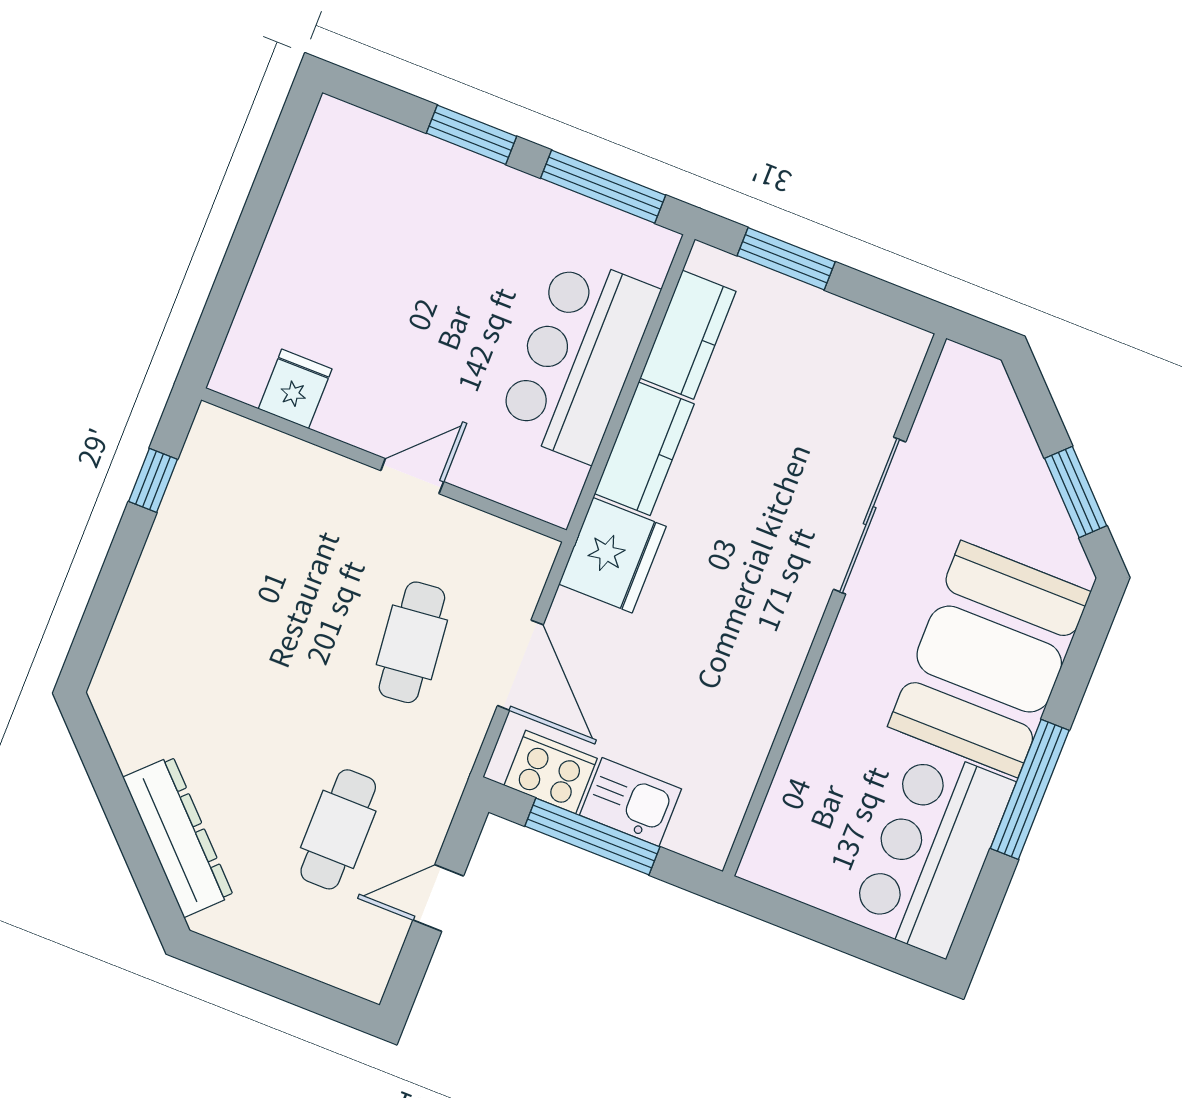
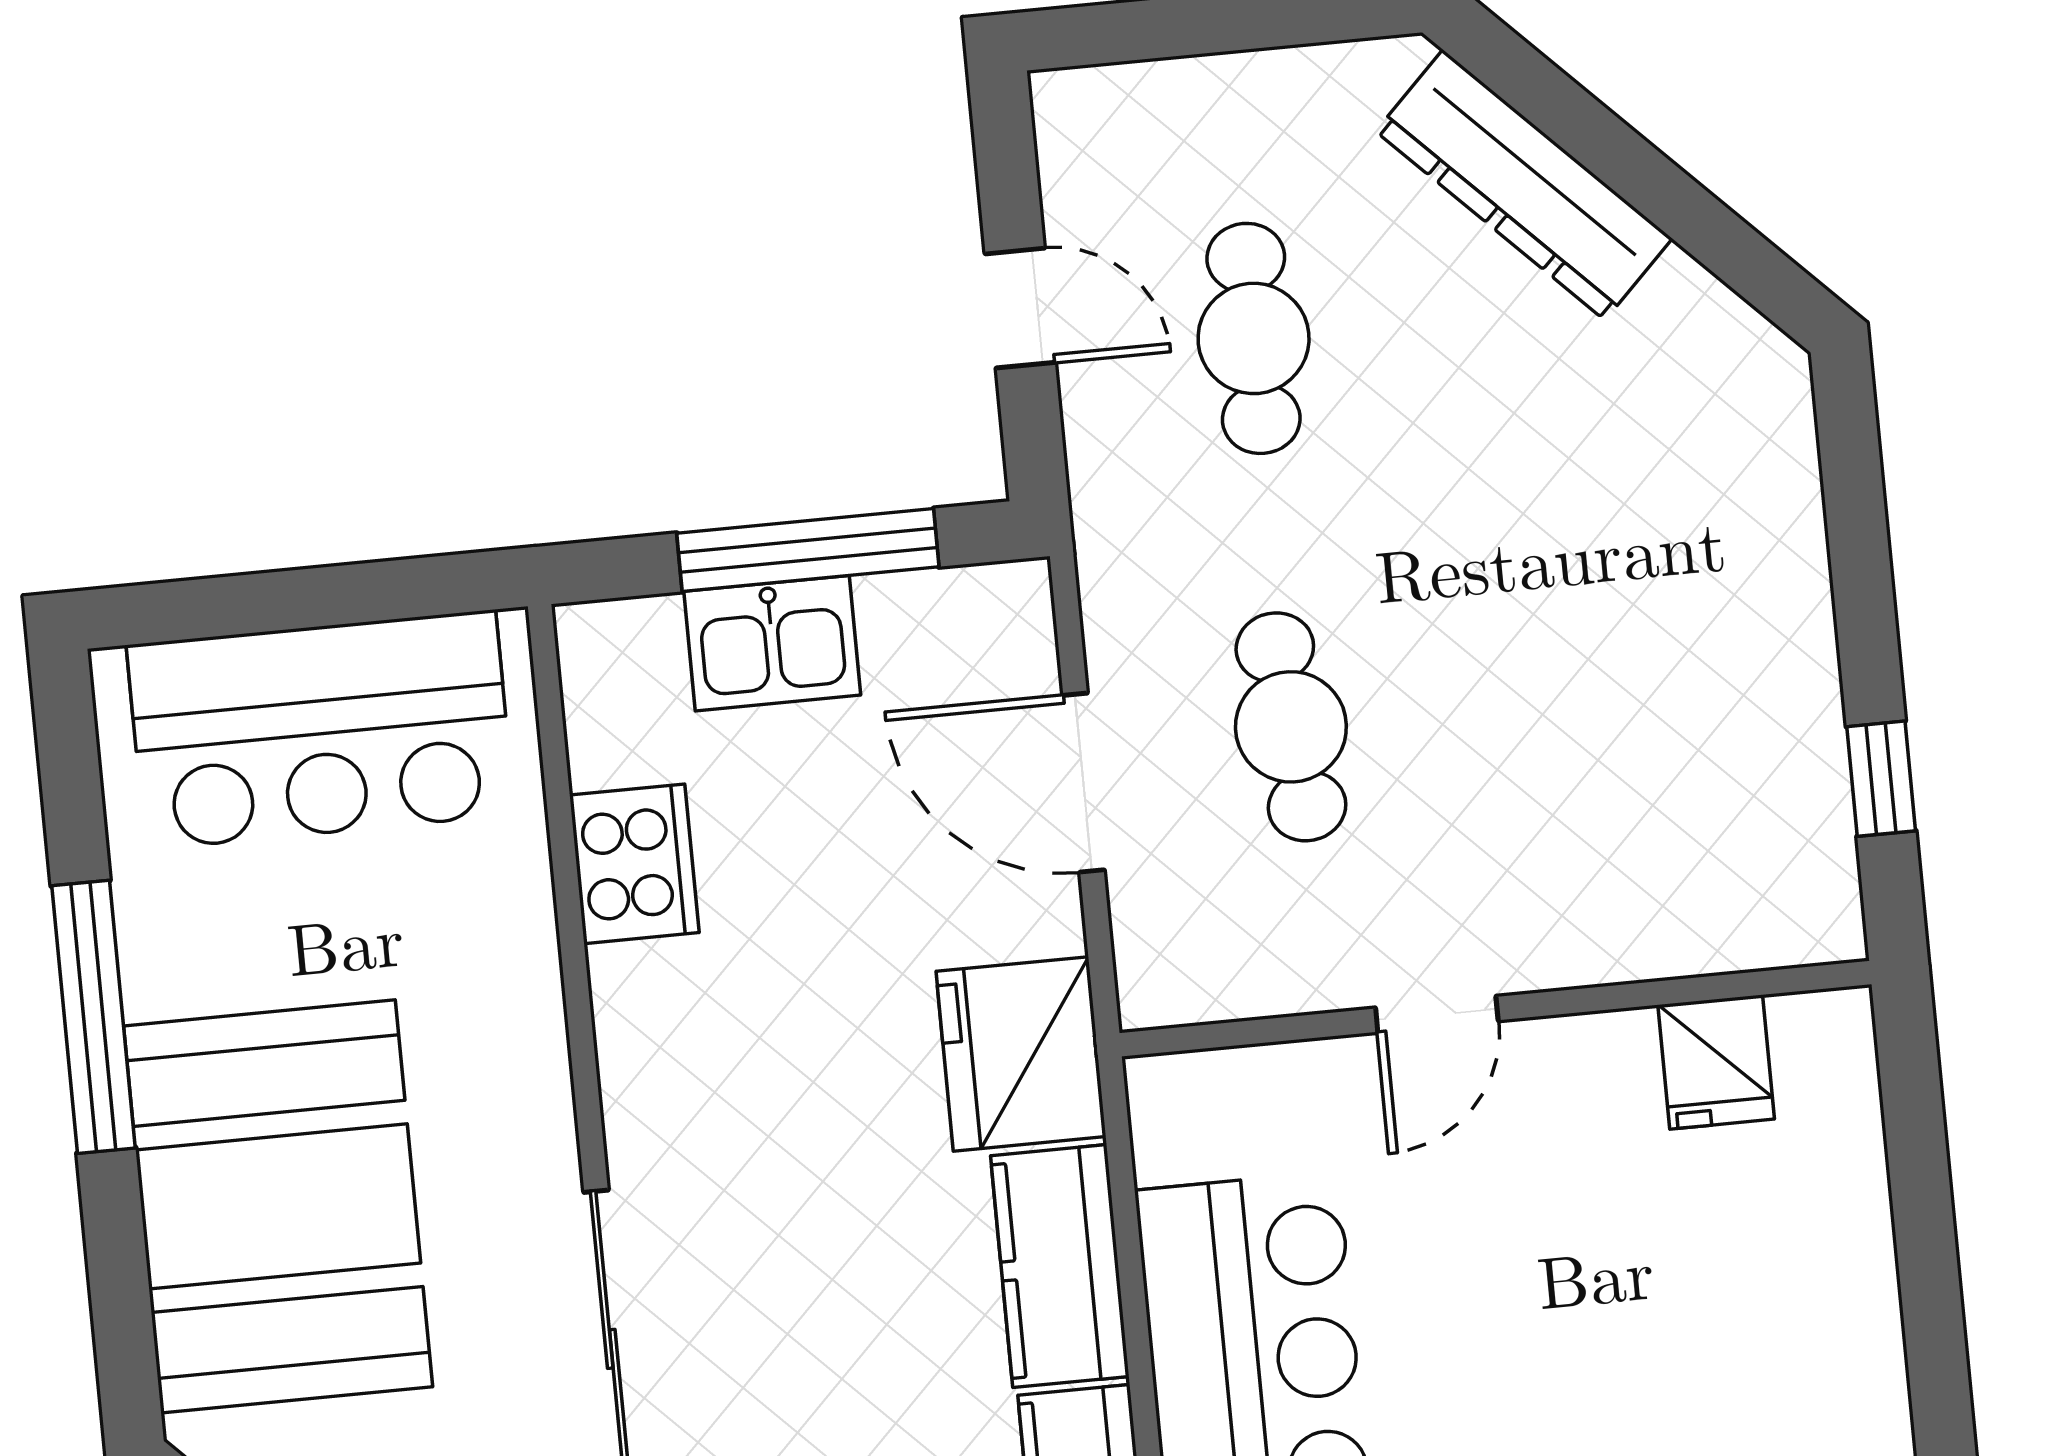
cooker: (551, 772) -> (634, 864), moved, turned -90
bar counter: (932, 851) -> (321, 730), moved, turned 90
door: (438, 898) -> (1020, 308), hinge flipped

